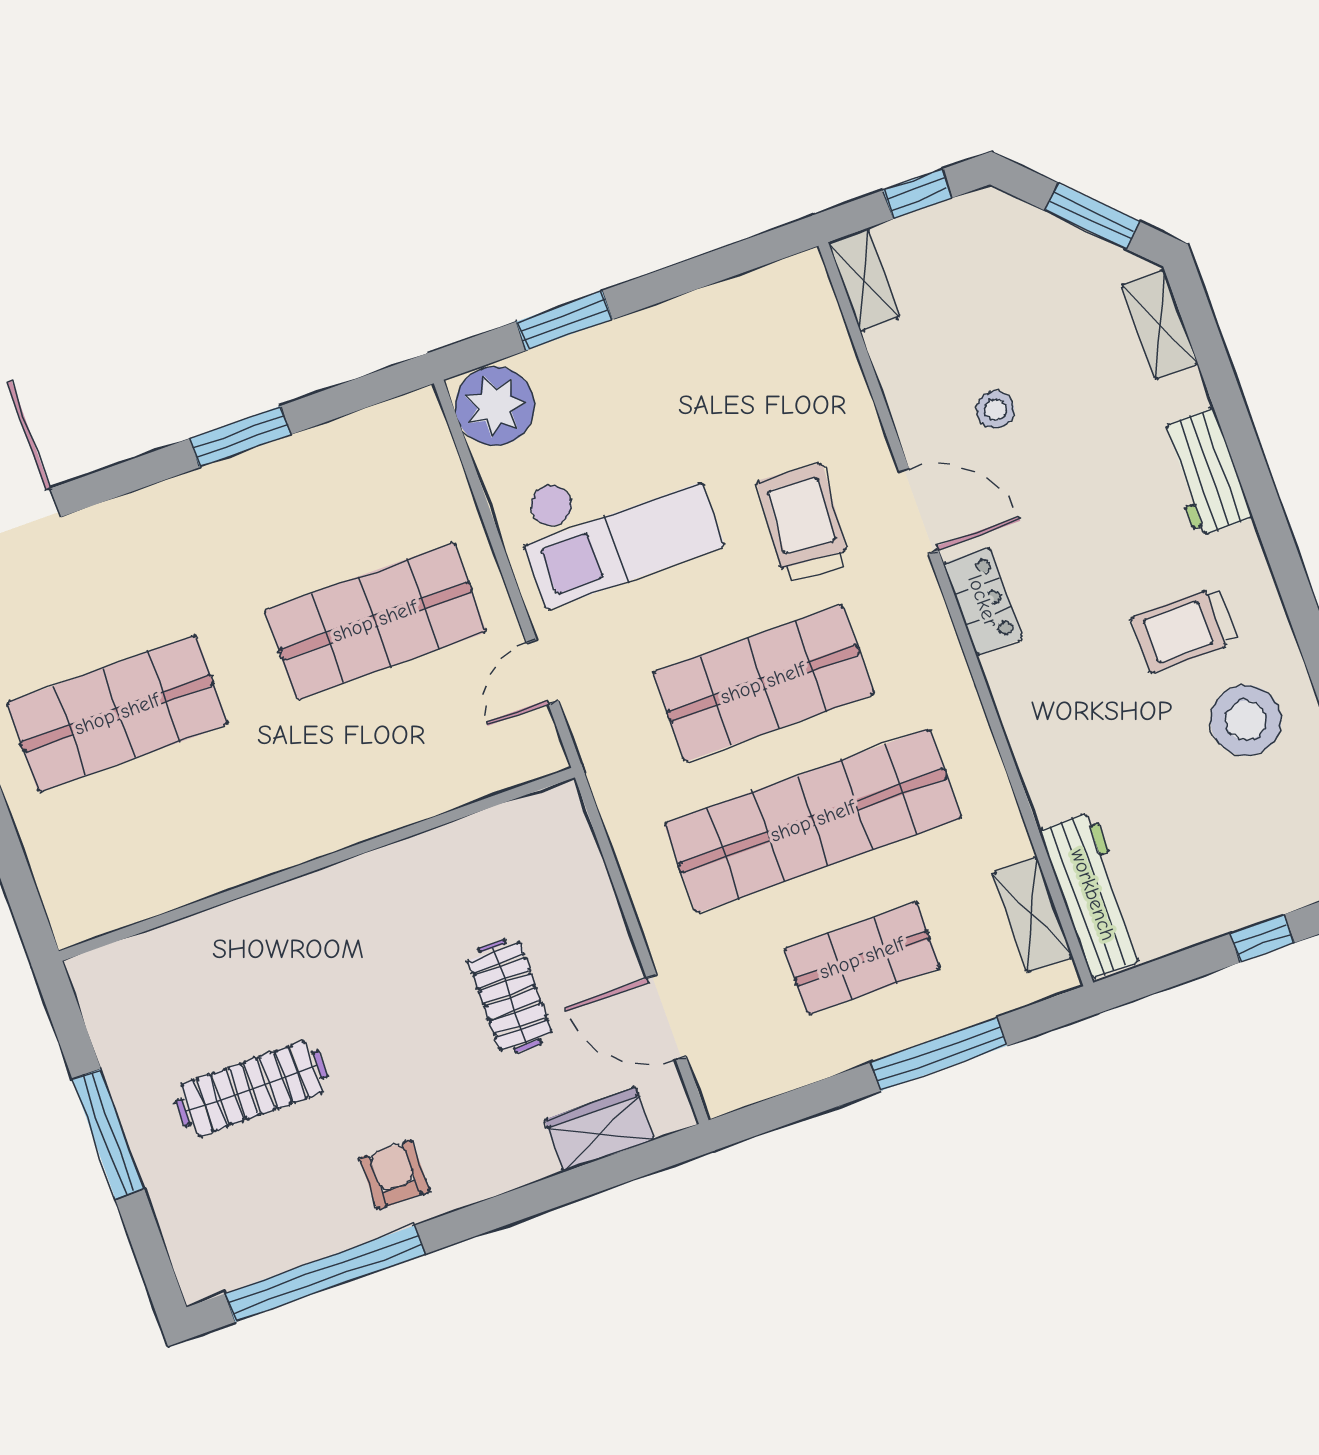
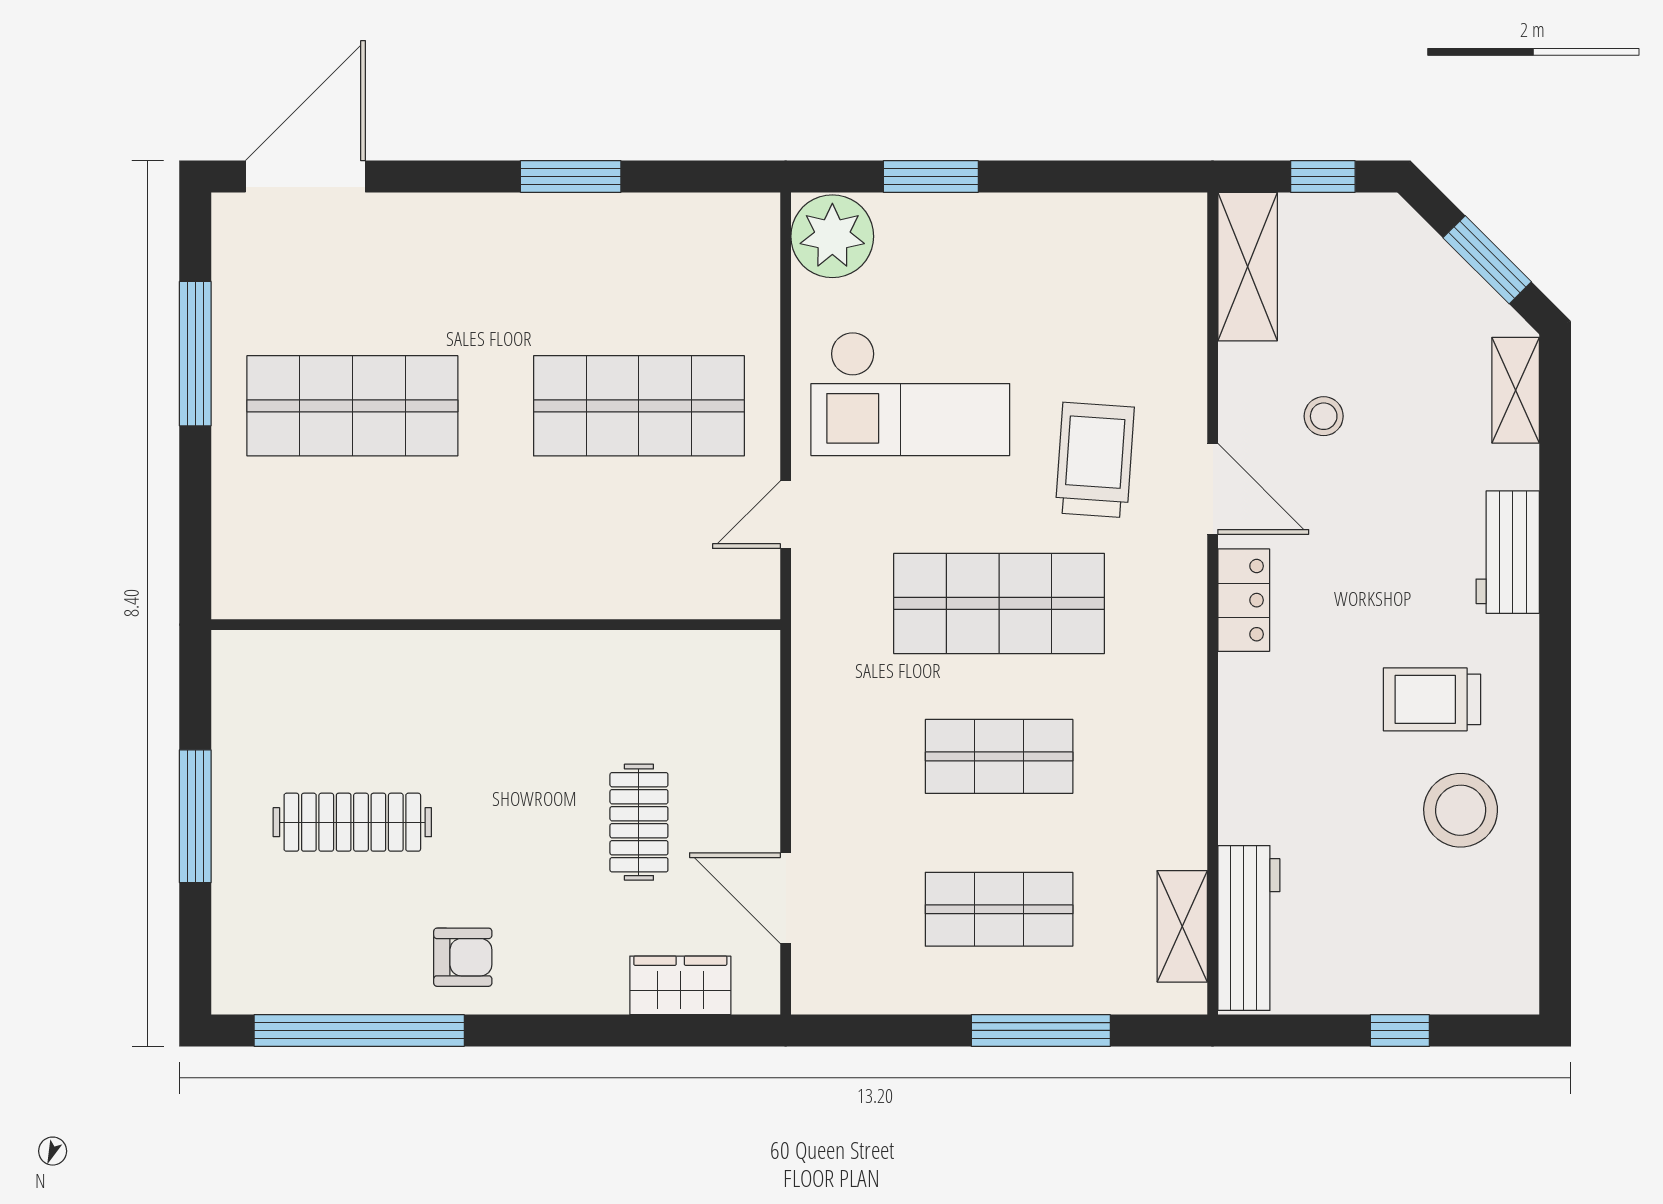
shelving: (864, 280) -> (1248, 267), width x1.50, depth x1.33
shop shelf: (813, 821) -> (999, 756), width x0.50, depth x0.74
armchair: (395, 1175) -> (463, 957), turned 90

